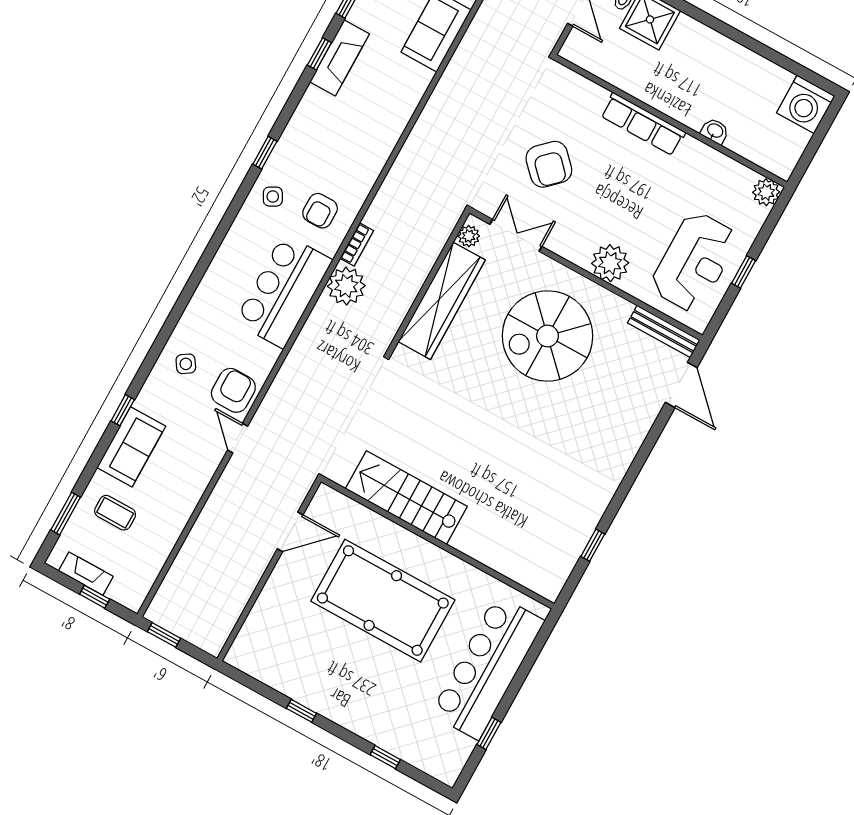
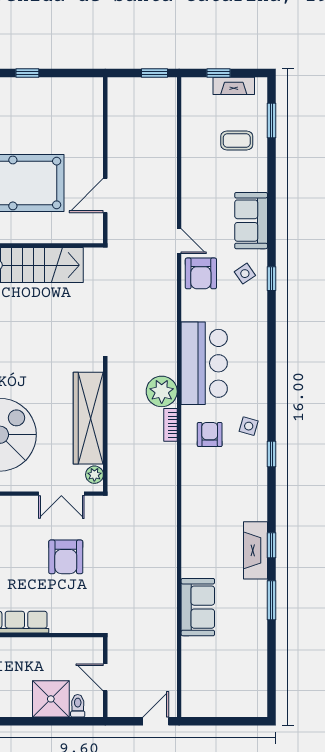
armchair: (549, 164) -> (66, 557), turned -136
side table: (273, 197) -> (249, 426), turned 45
window: (123, 410) -> (271, 279), moved
sofa: (131, 447) -> (251, 221), moved

